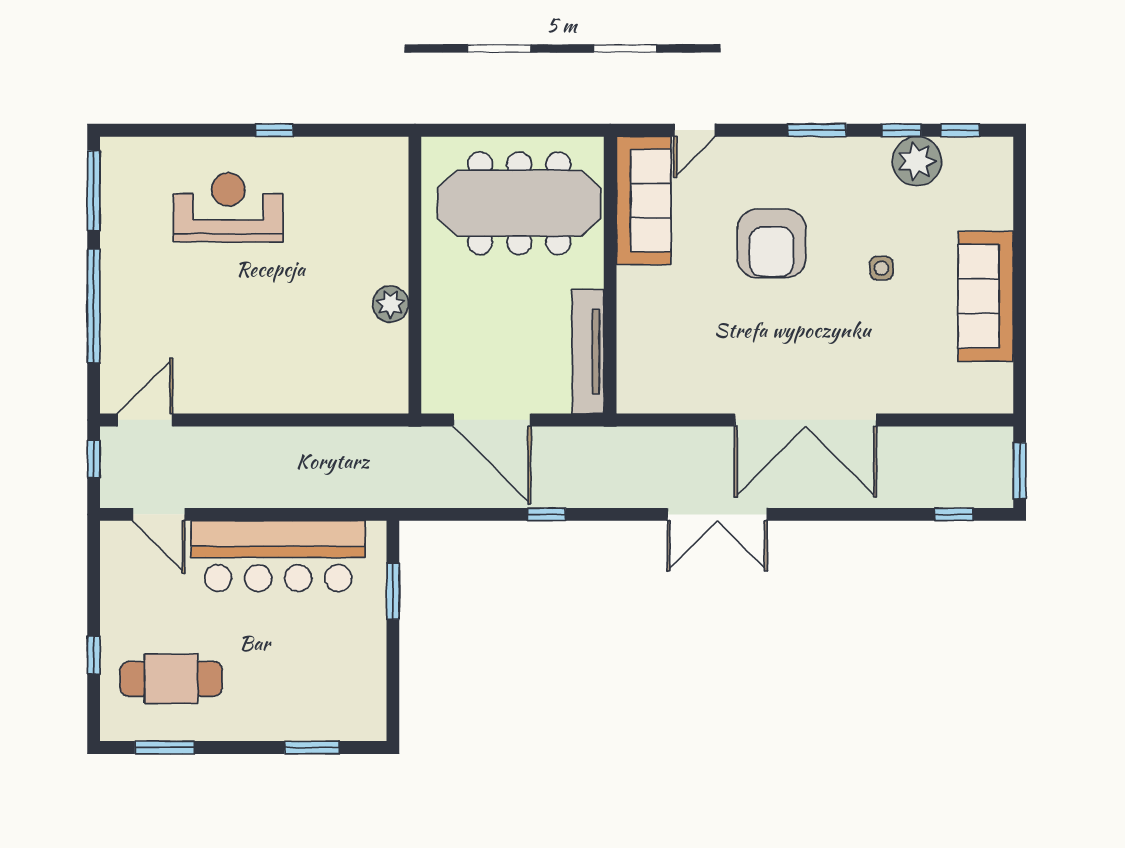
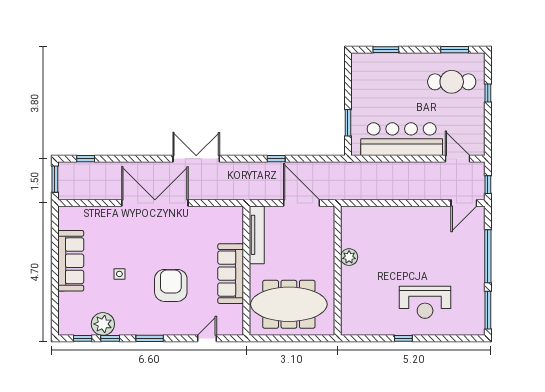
sofa: (644, 201) -> (231, 274), moved

